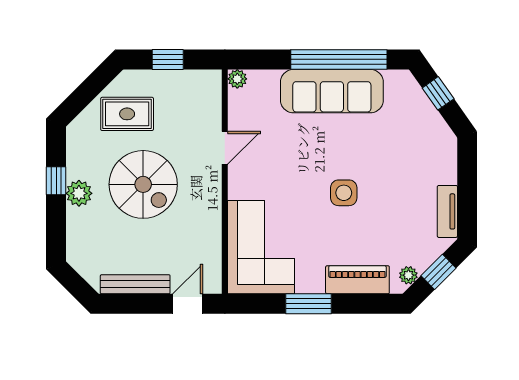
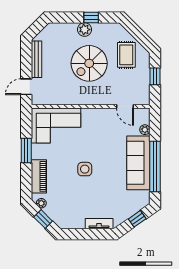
plant: (237, 79) -> (145, 130), moved
door: (225, 148) -> (125, 106), moved
tv unit: (447, 211) -> (99, 224), moved
door: (188, 304) -> (26, 87), swing flipped

